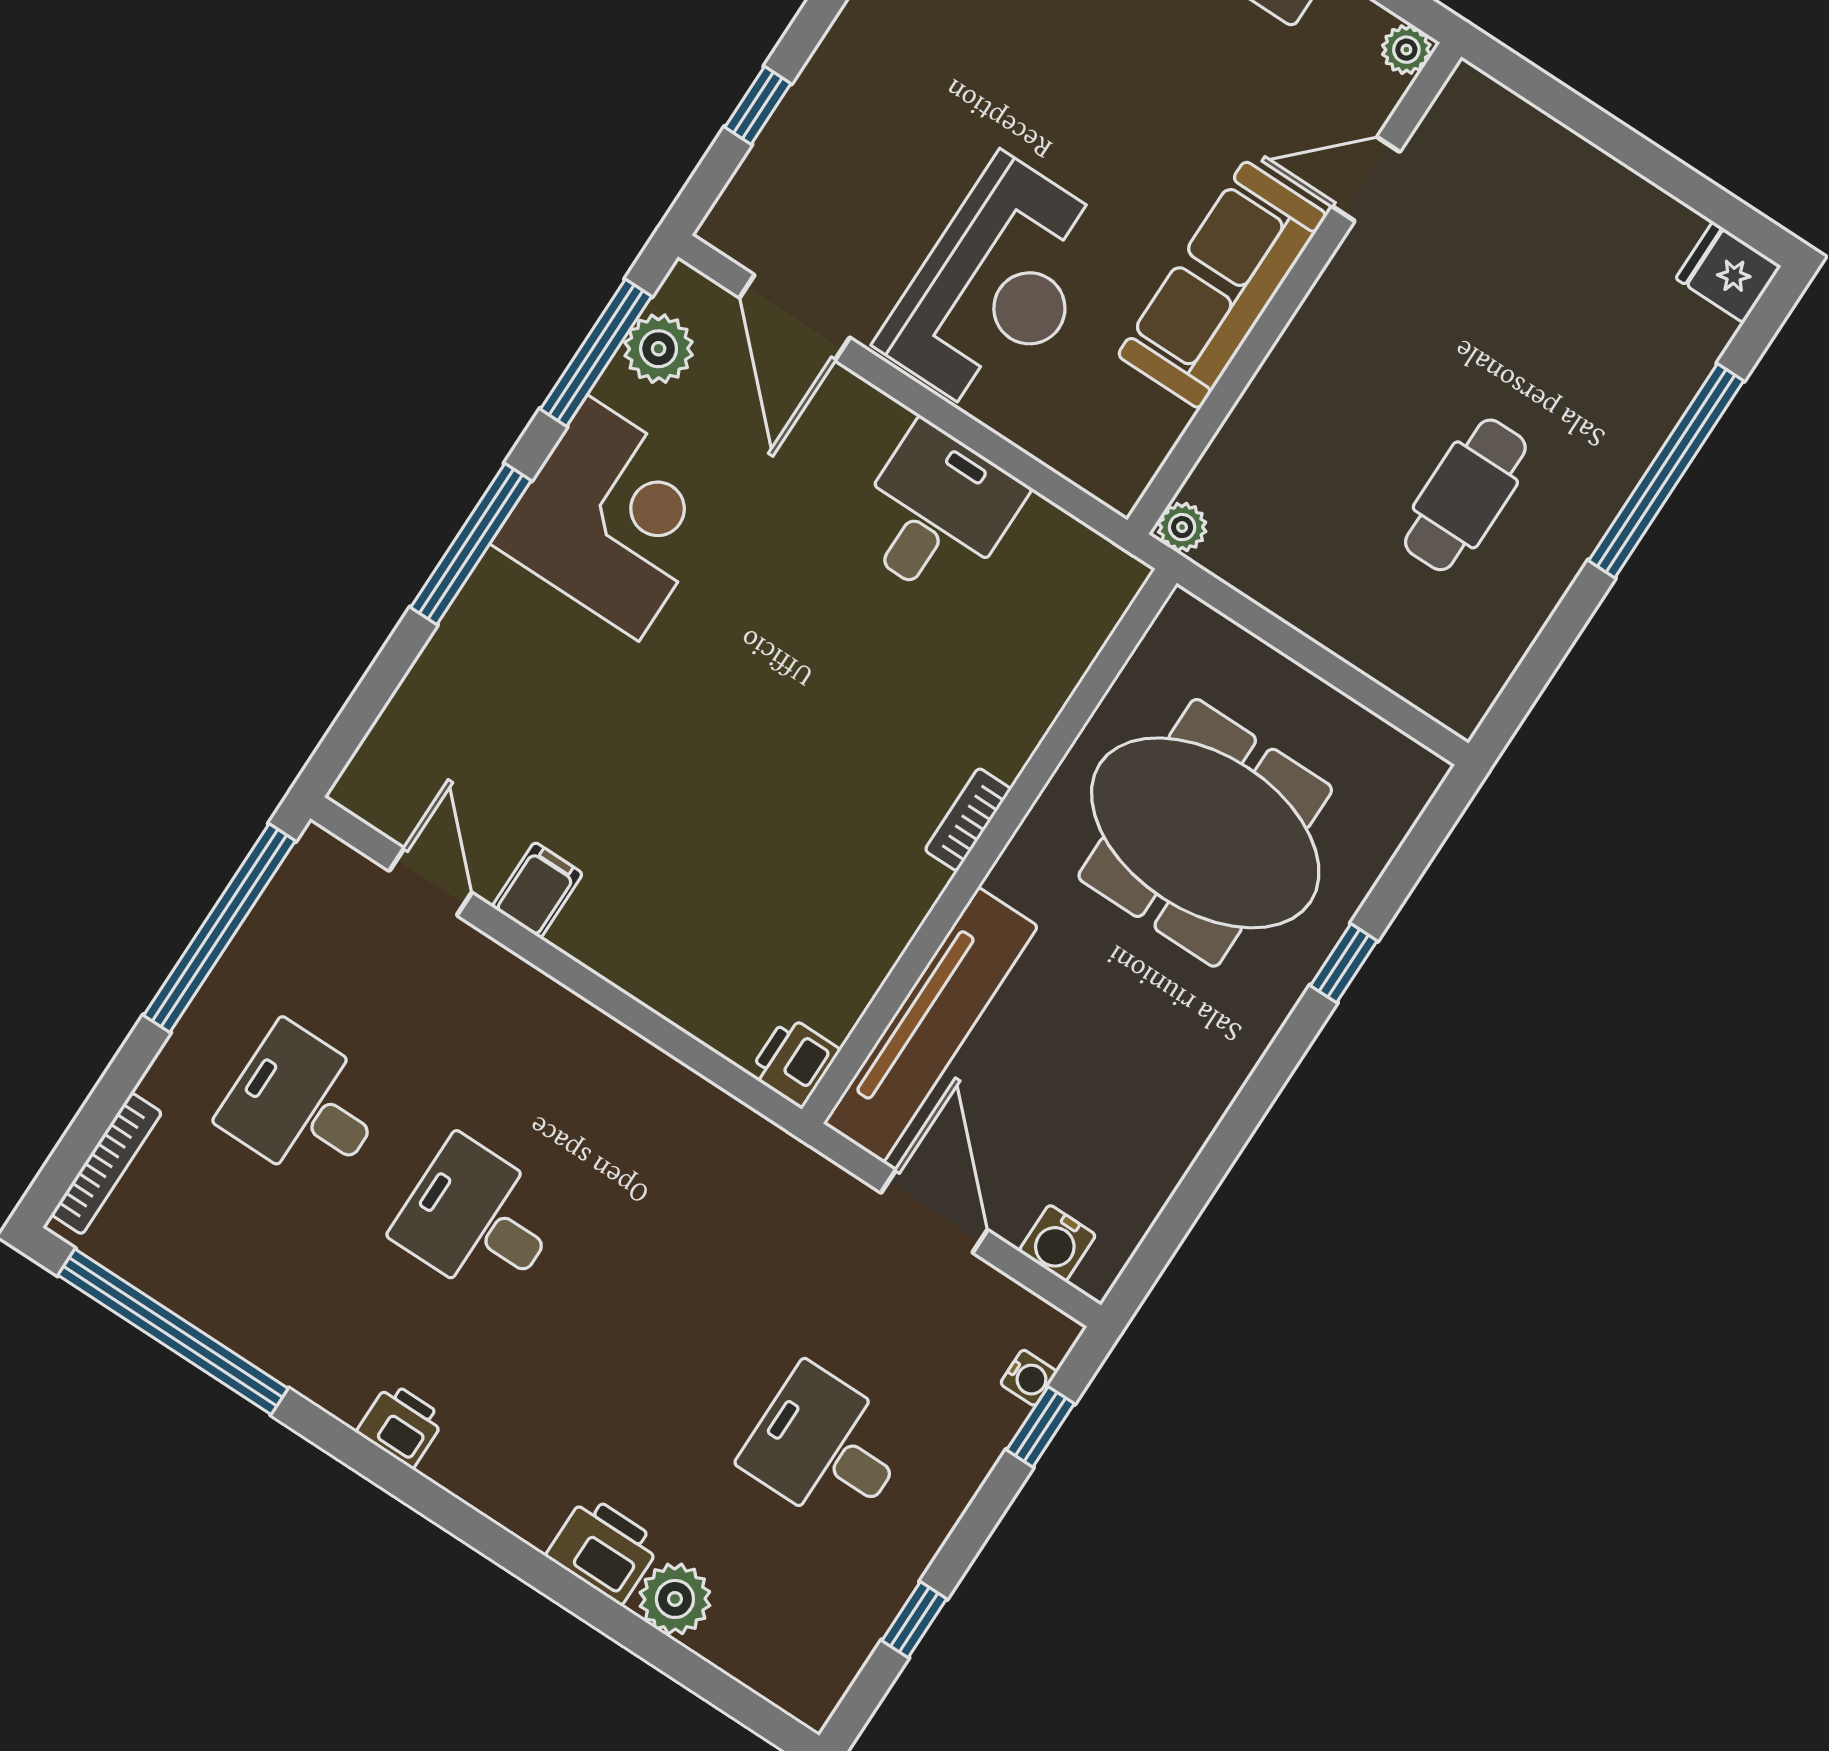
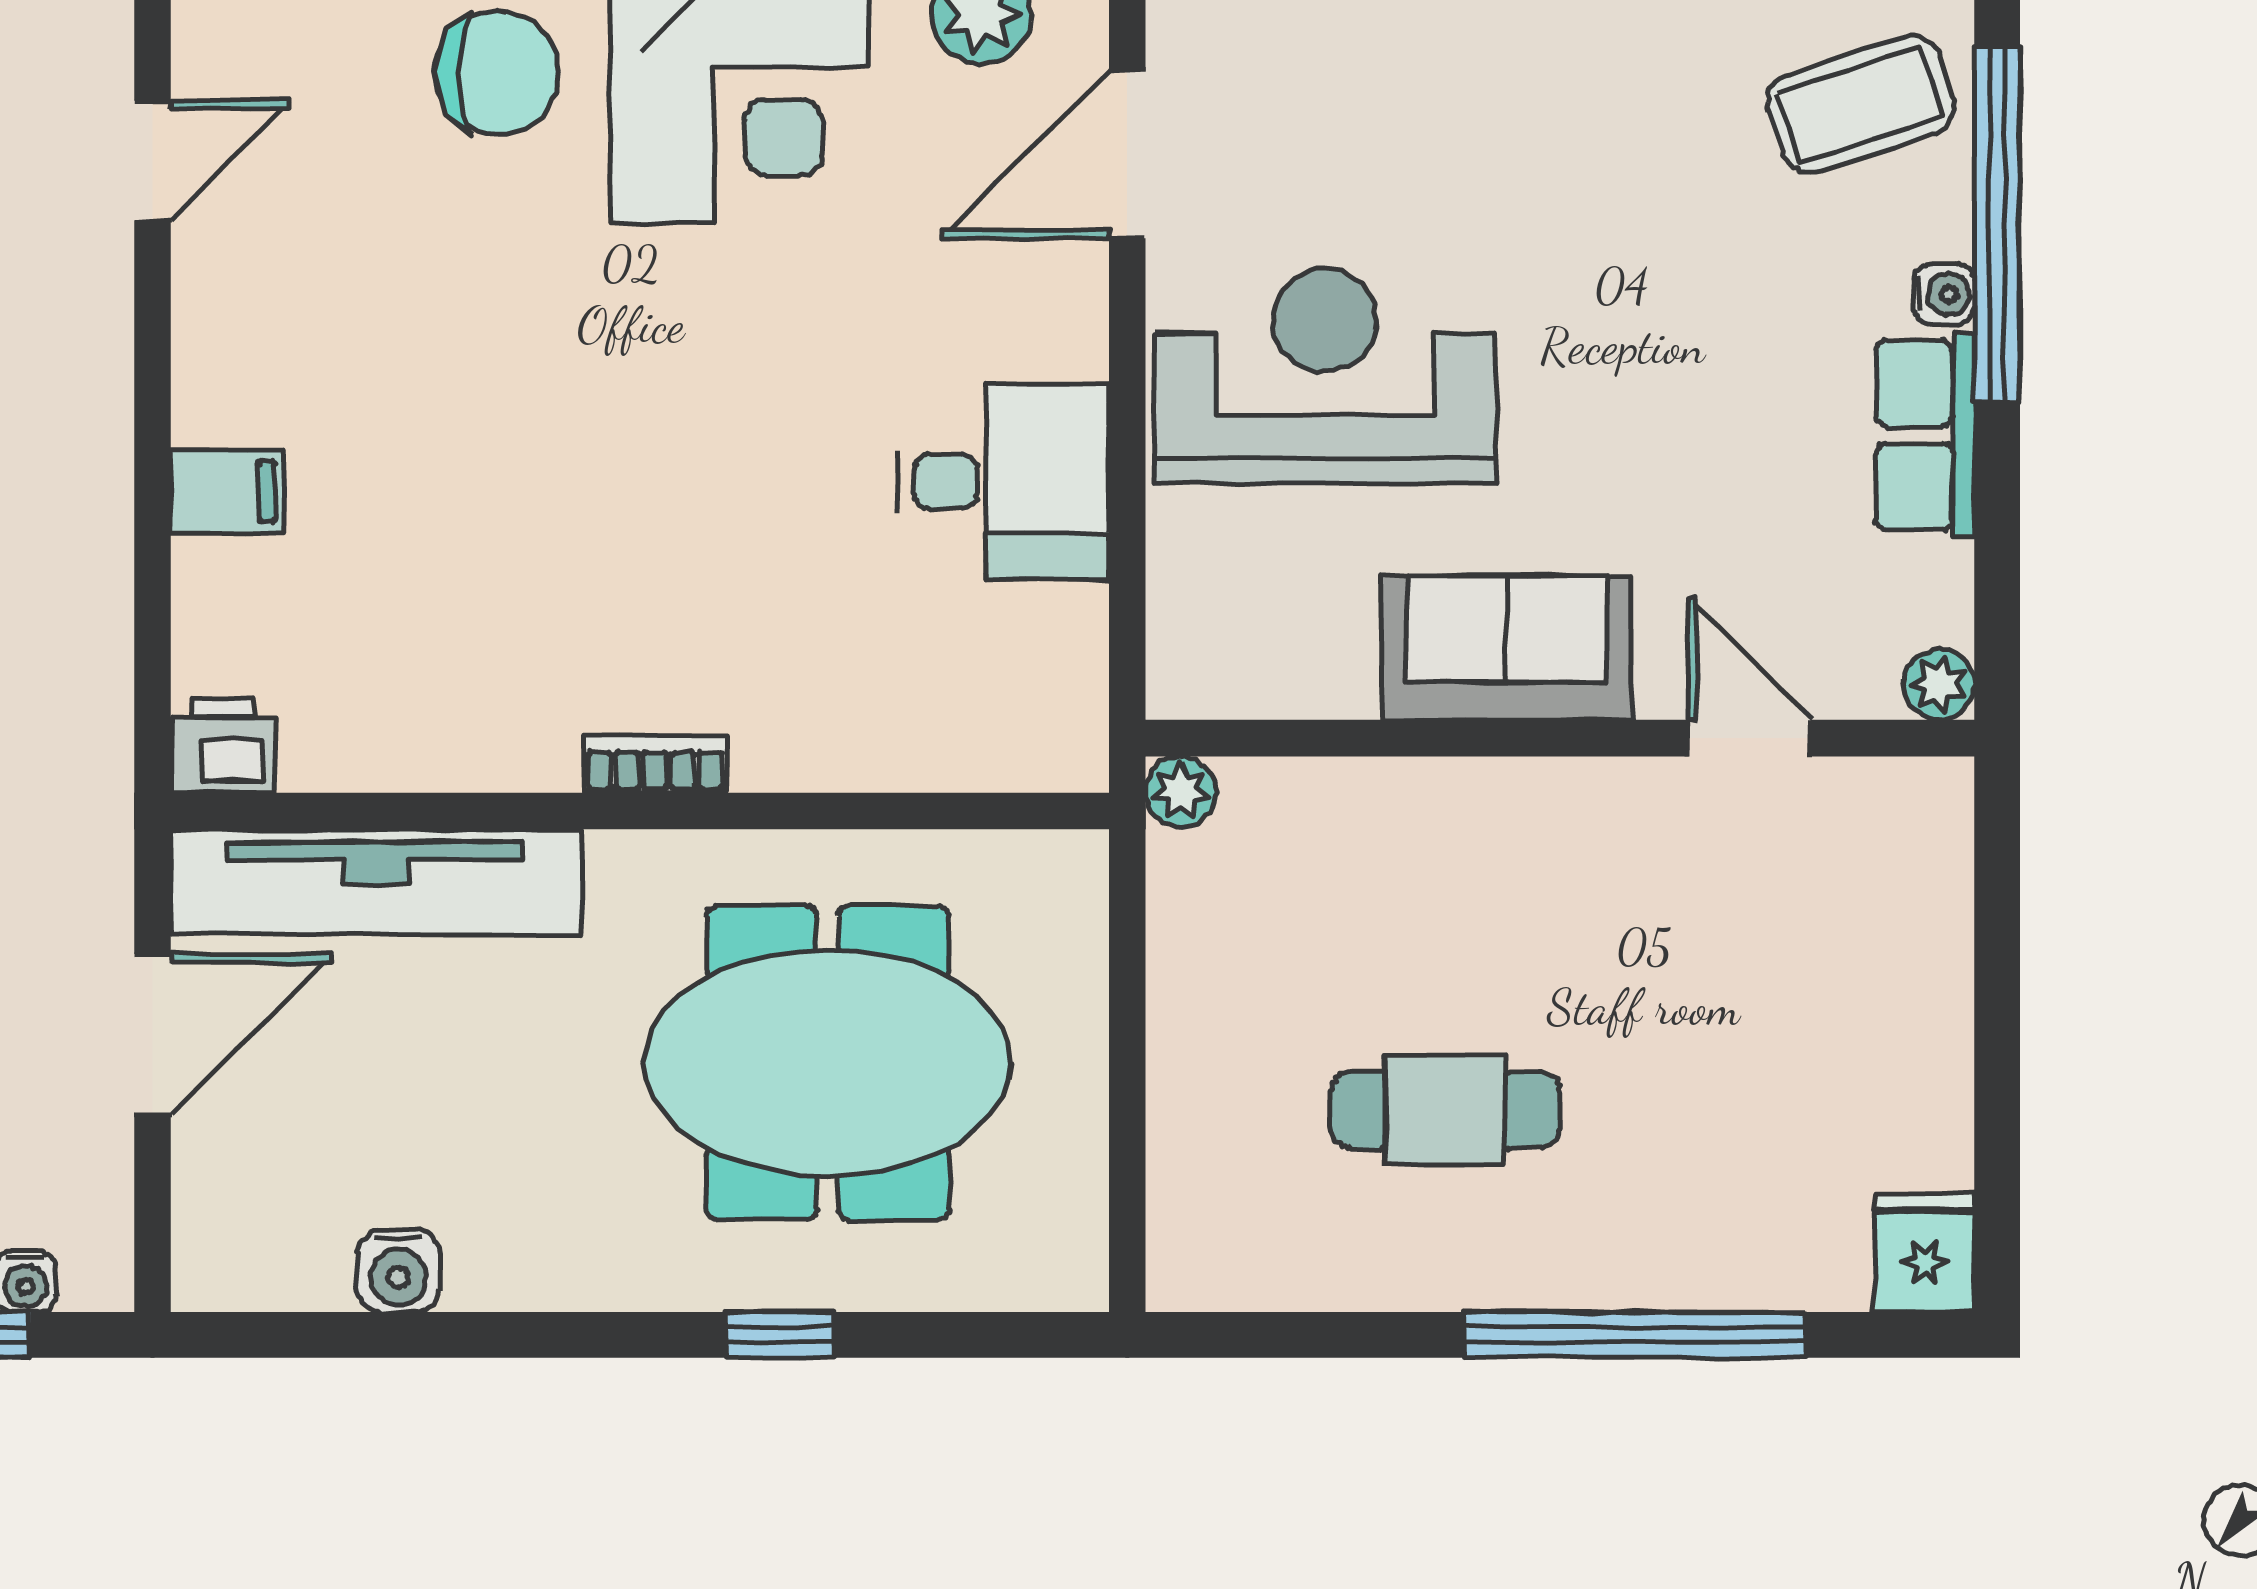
sofa: (1222, 285) -> (1507, 648), width x0.73
reception desk: (997, 287) -> (1325, 376), turned 180
chair: (510, 650) -> (497, 73), added
meeting table: (1205, 833) -> (828, 1063), turned 90
filing cabinet: (537, 890) -> (227, 491), moved
water cooler: (1057, 1243) -> (398, 1271), moved, turned -90

